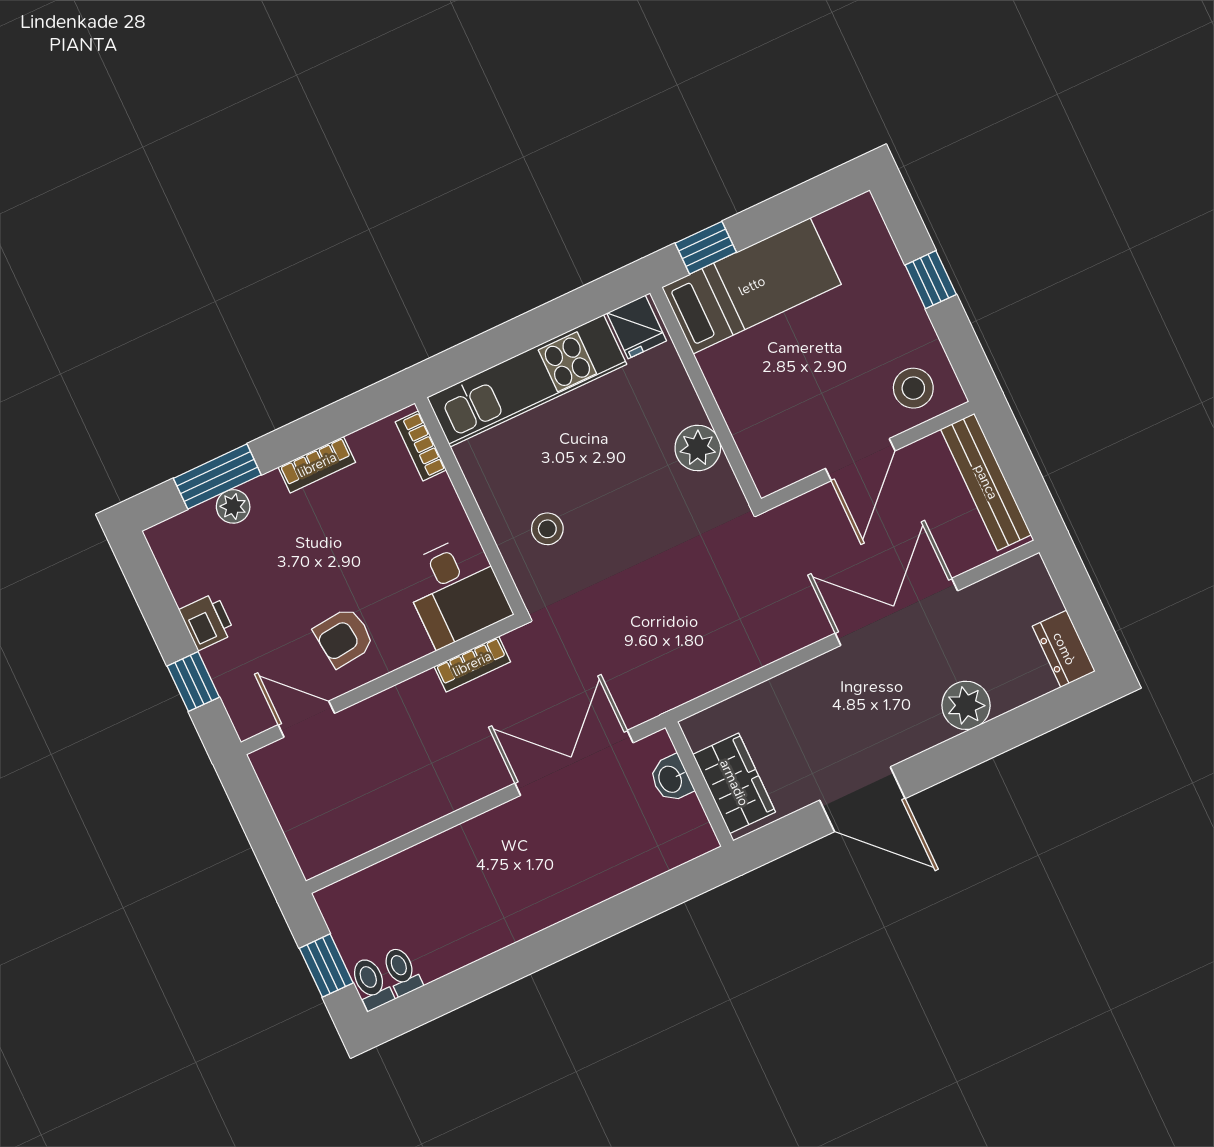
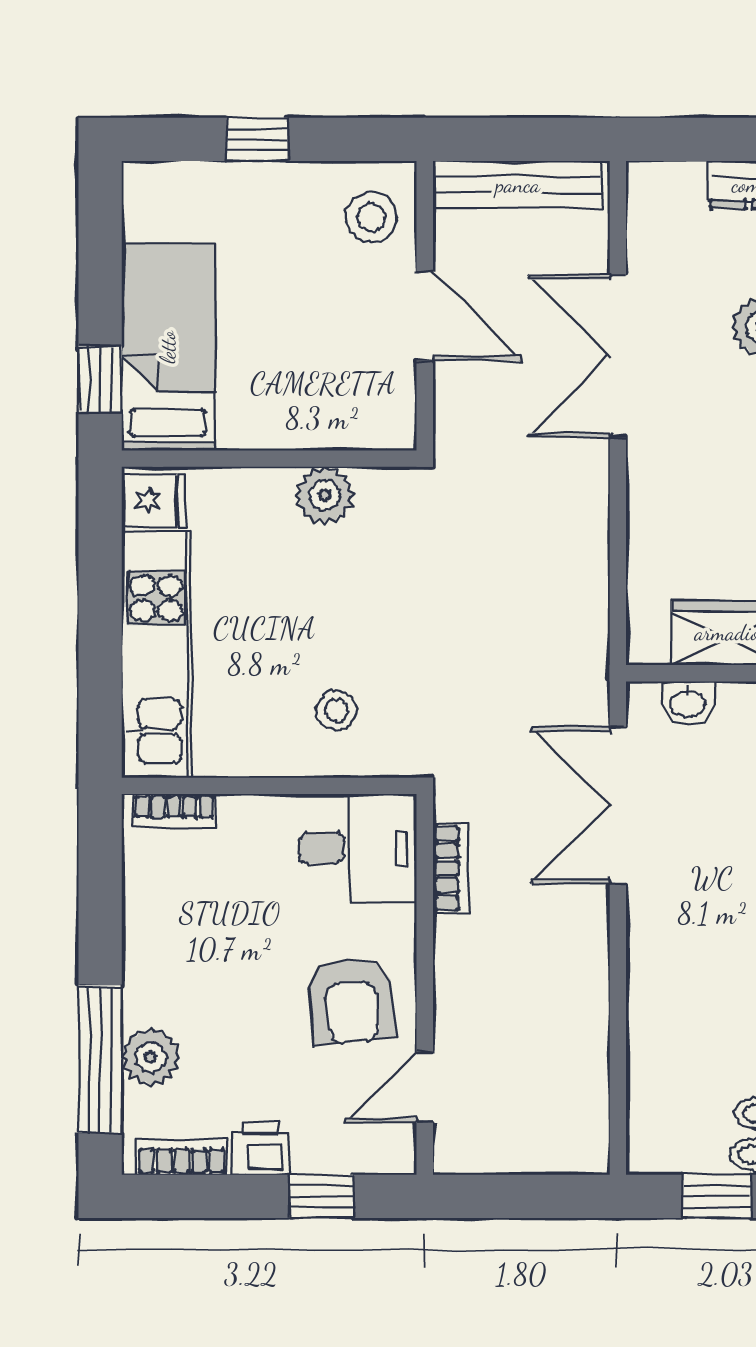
bookcase: (317, 465) -> (182, 1157), moved, turned -90
window: (217, 477) -> (100, 1059), width x1.44
plant: (233, 506) -> (151, 1057), width x1.38, depth x1.38
armchair: (344, 637) -> (351, 1001), width x1.38, depth x1.38

